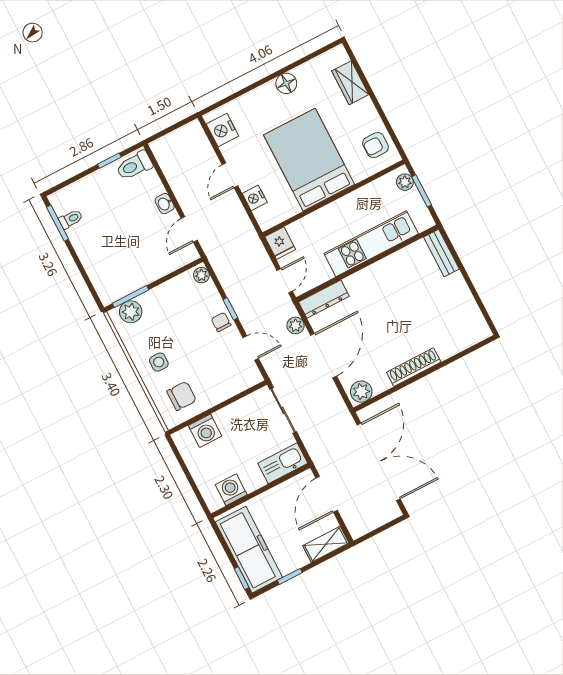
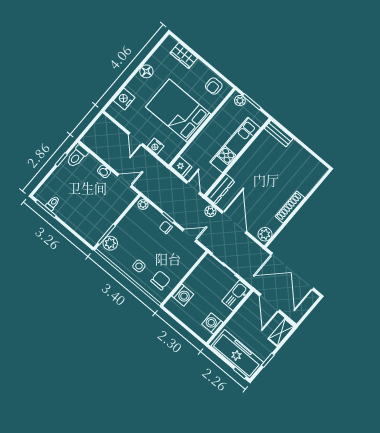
nightstand: (222, 130) -> (124, 99), moved, turned 90
door: (189, 229) -> (125, 181), swing flipped
double door: (379, 462) -> (292, 271), swing flipped

